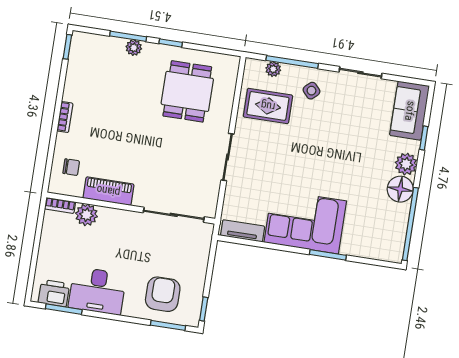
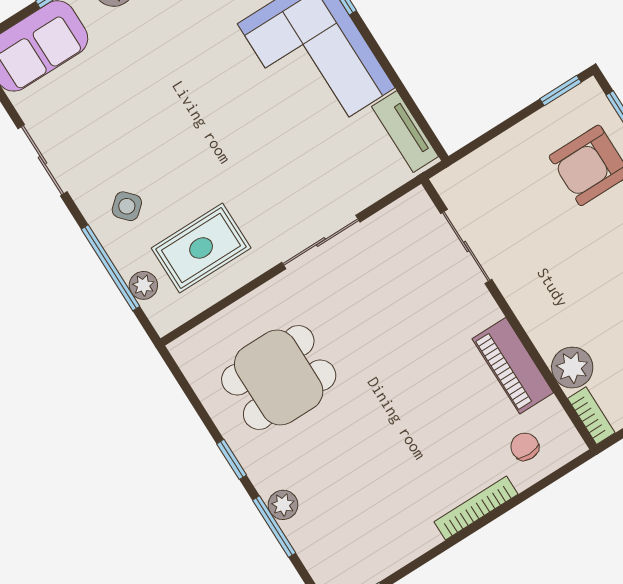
rug: (268, 106) -> (201, 248), turned 90
bookcase: (65, 117) -> (476, 508), width x1.56
sliding door: (174, 215) -> (466, 247), width x0.73

